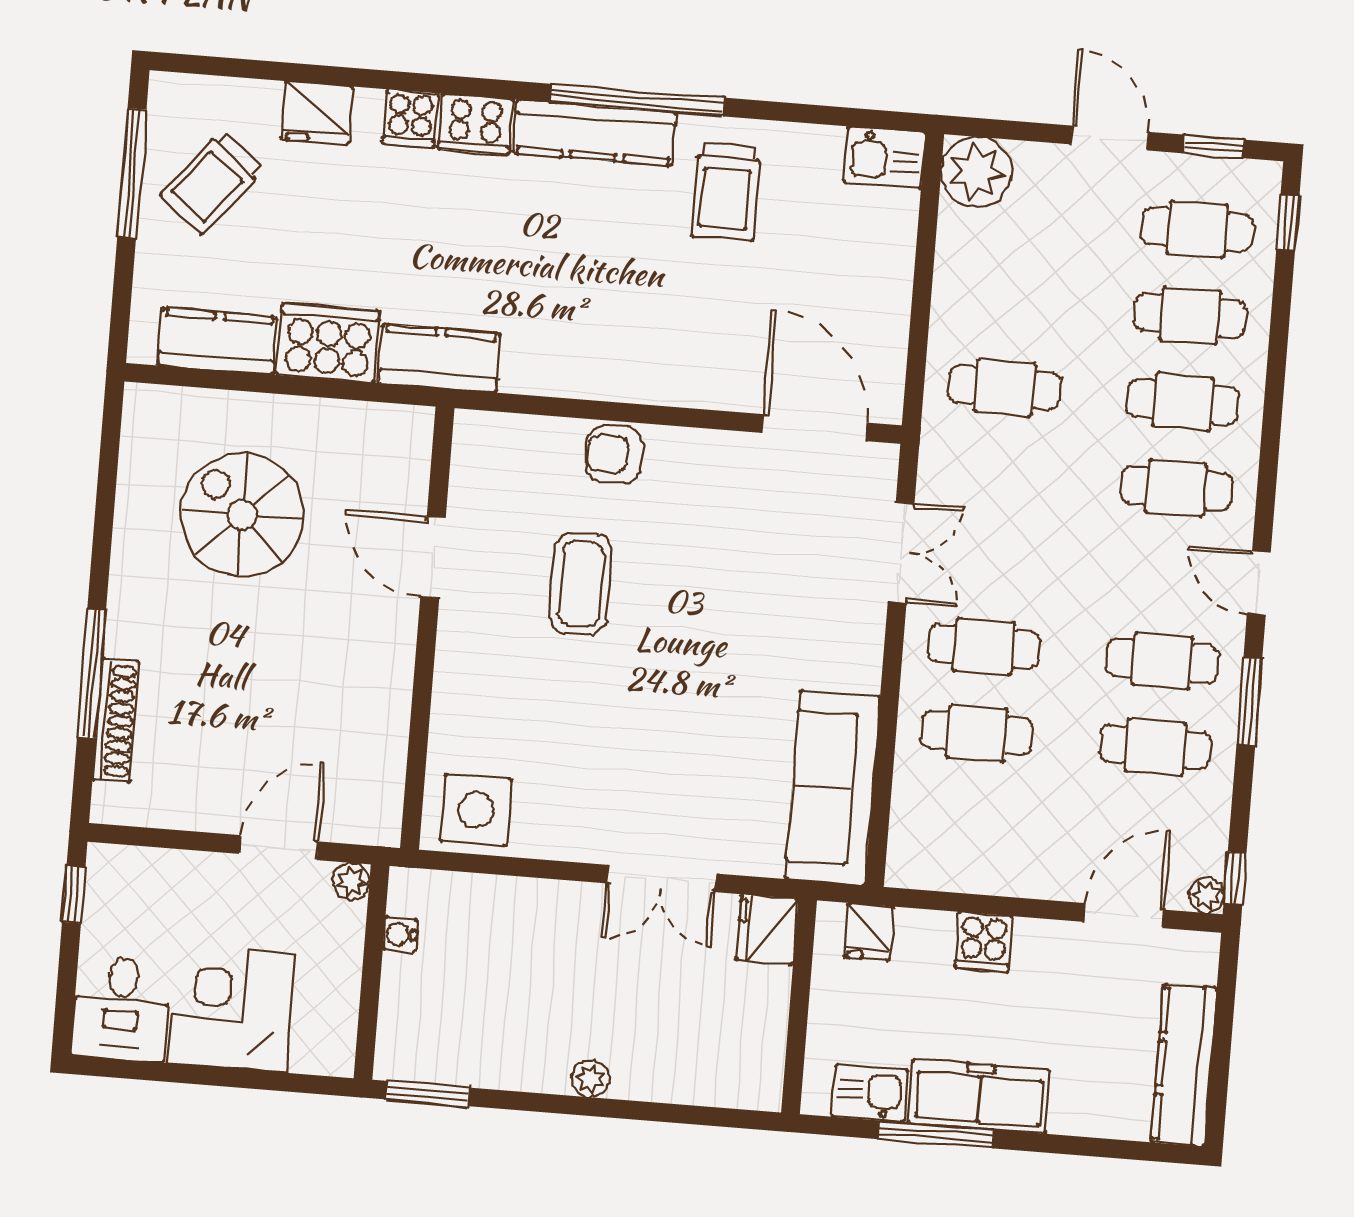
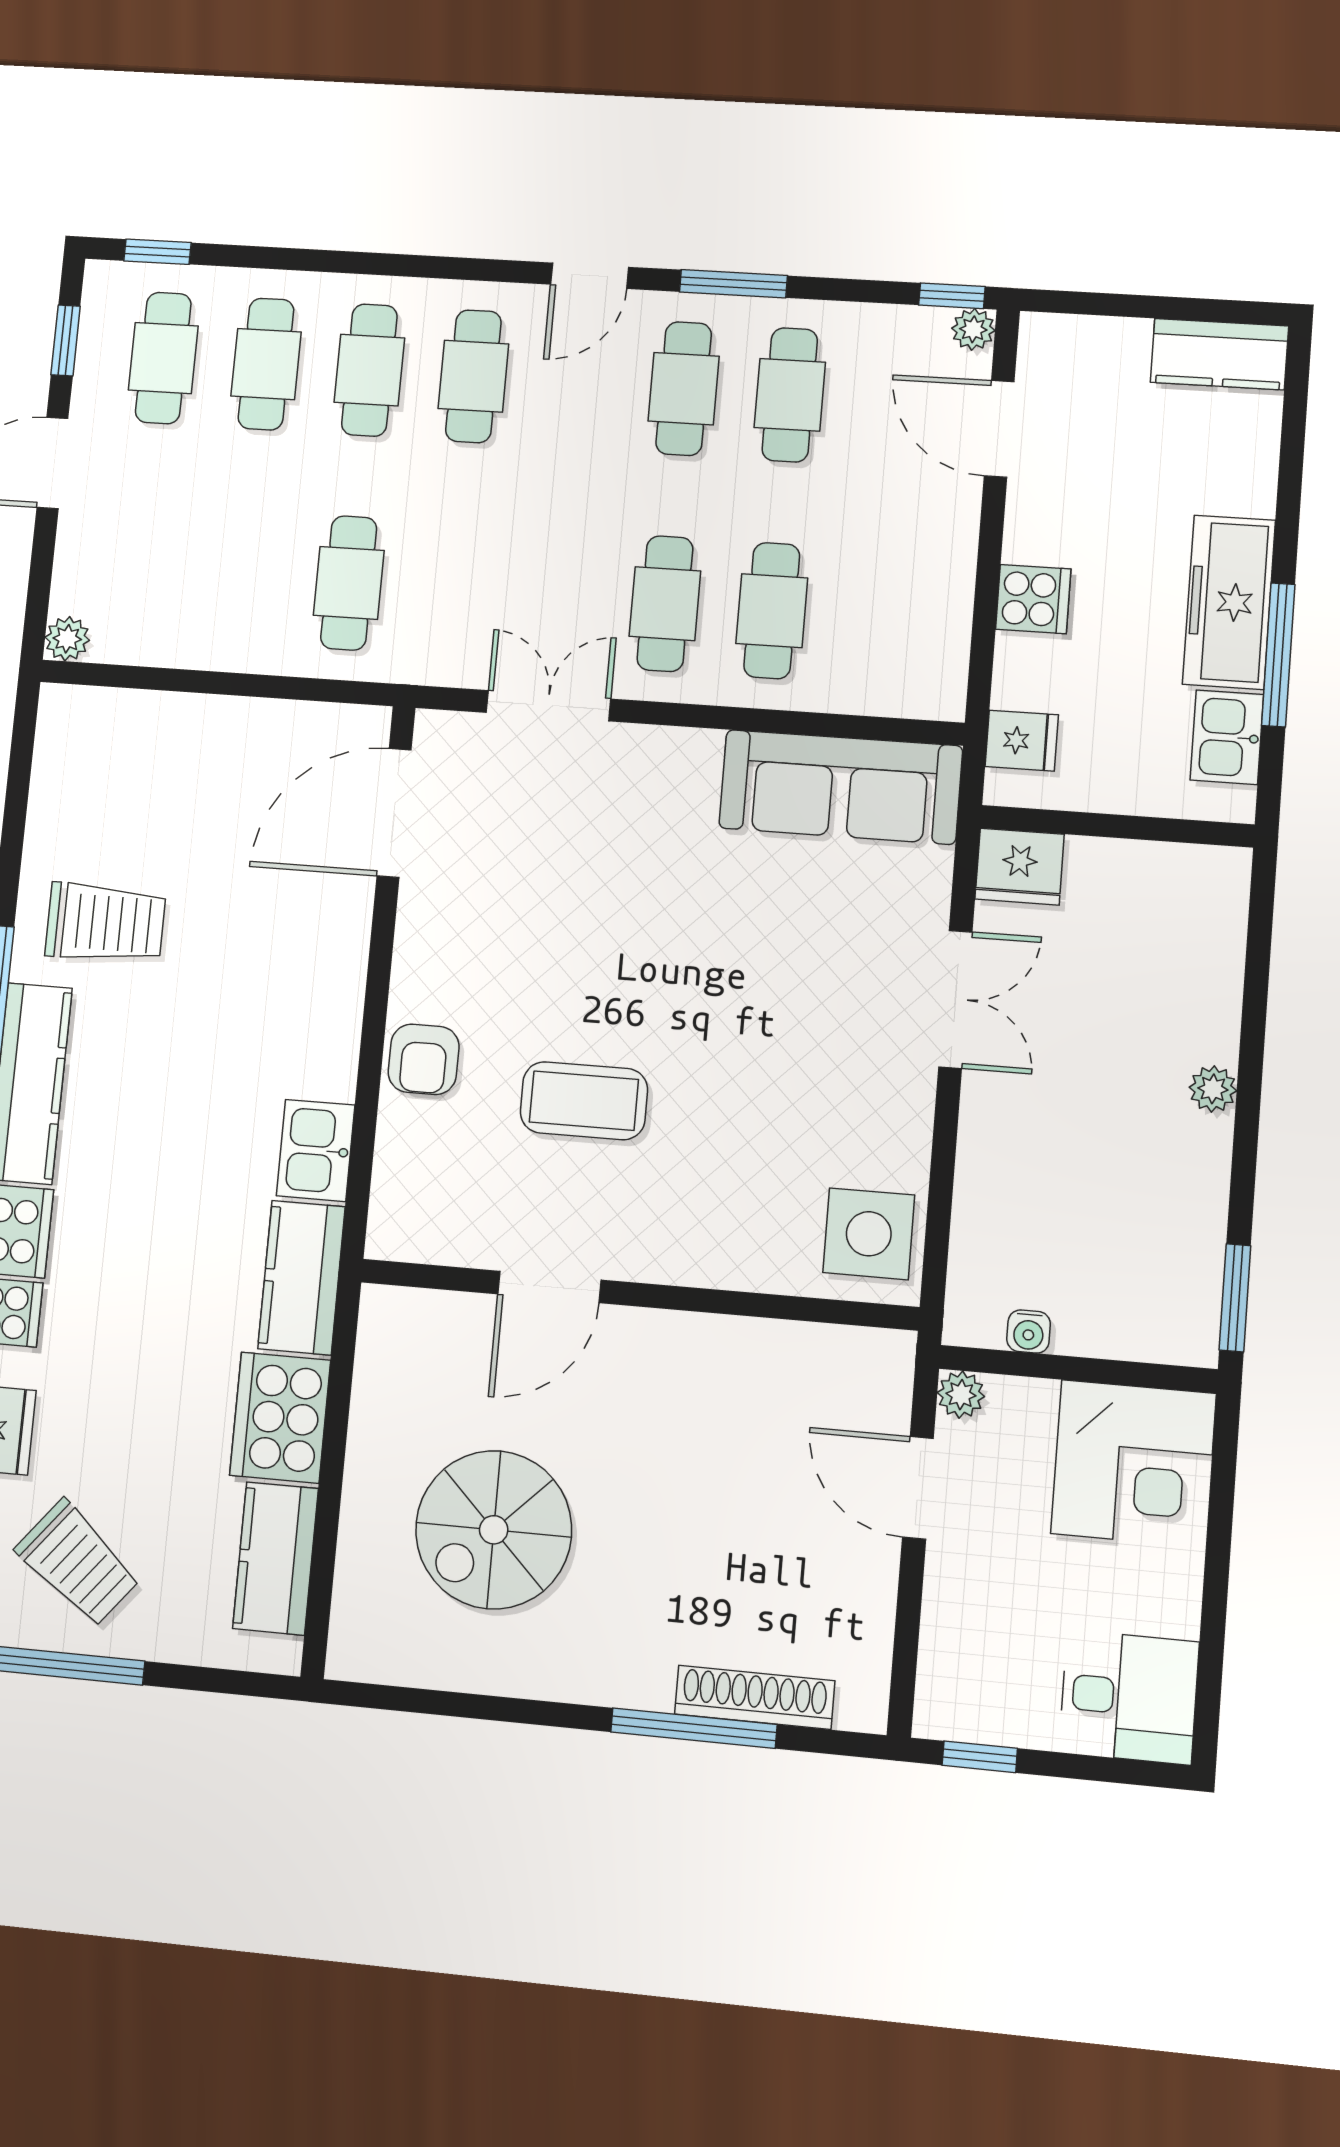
kitchen sink: (884, 158) -> (316, 1150), moved, turned 180
plant: (976, 172) -> (67, 639), width x0.53, depth x0.53
corner desk: (232, 1009) -> (1133, 1463), moved, turned -90
kitchen counter: (1184, 1065) -> (1219, 354), width x0.67

